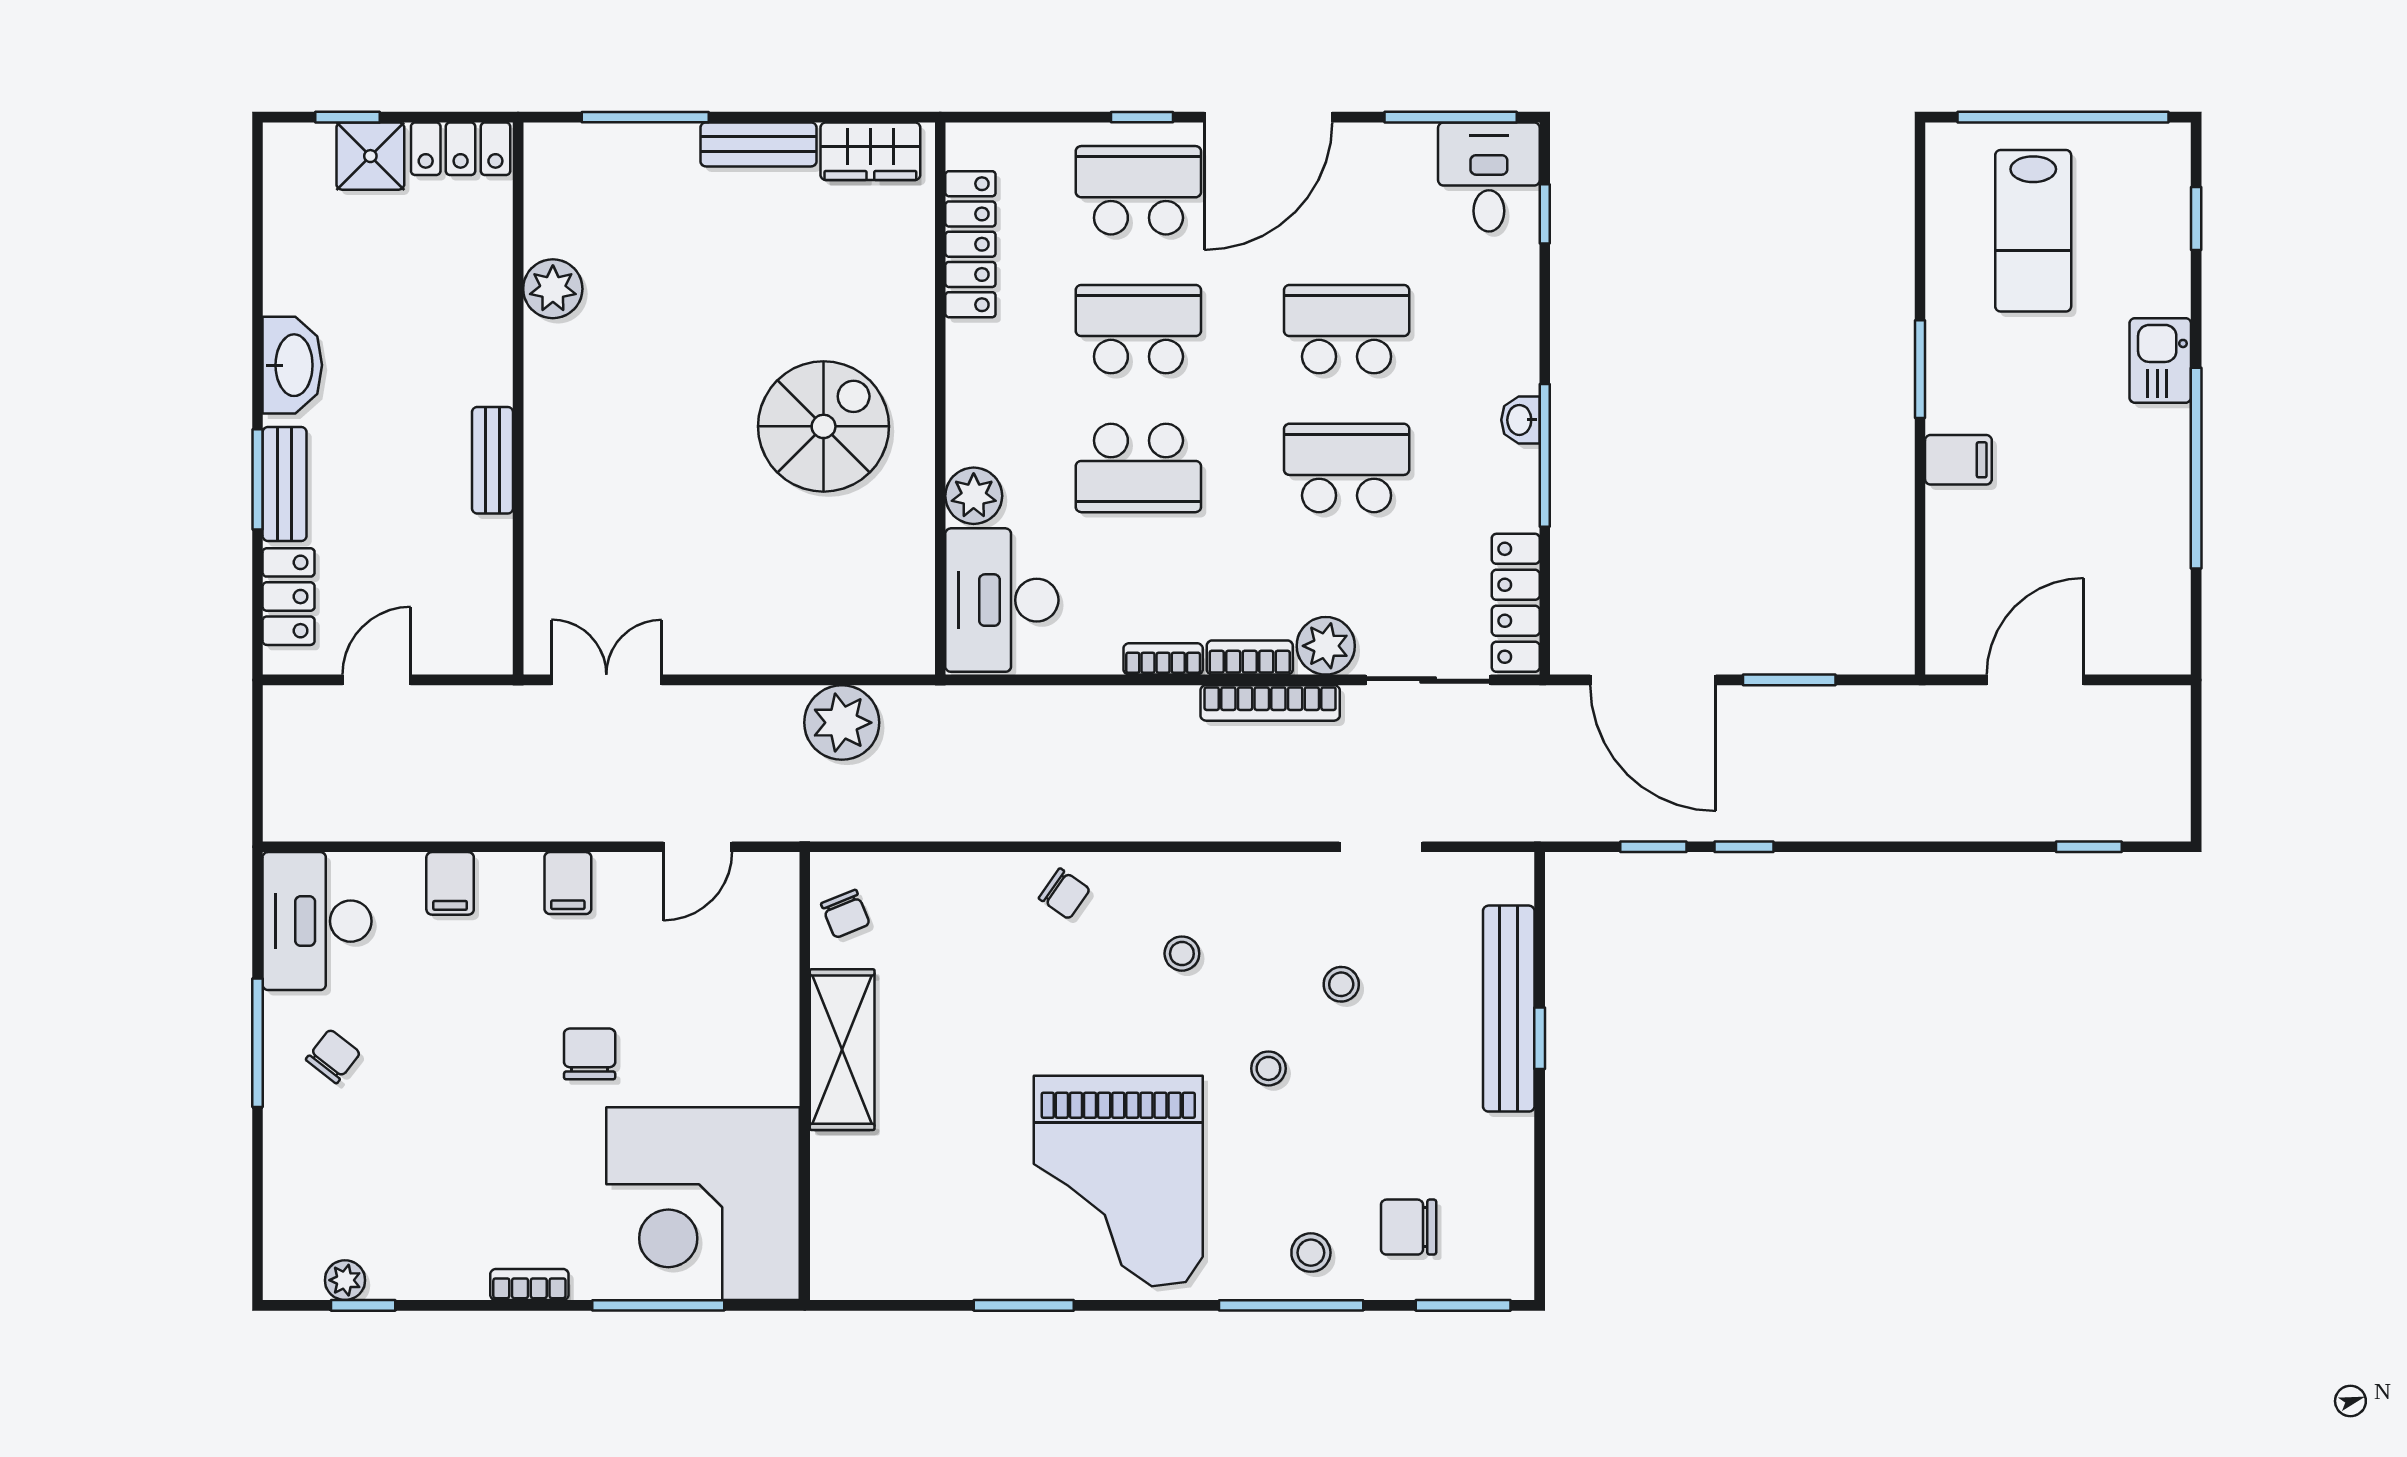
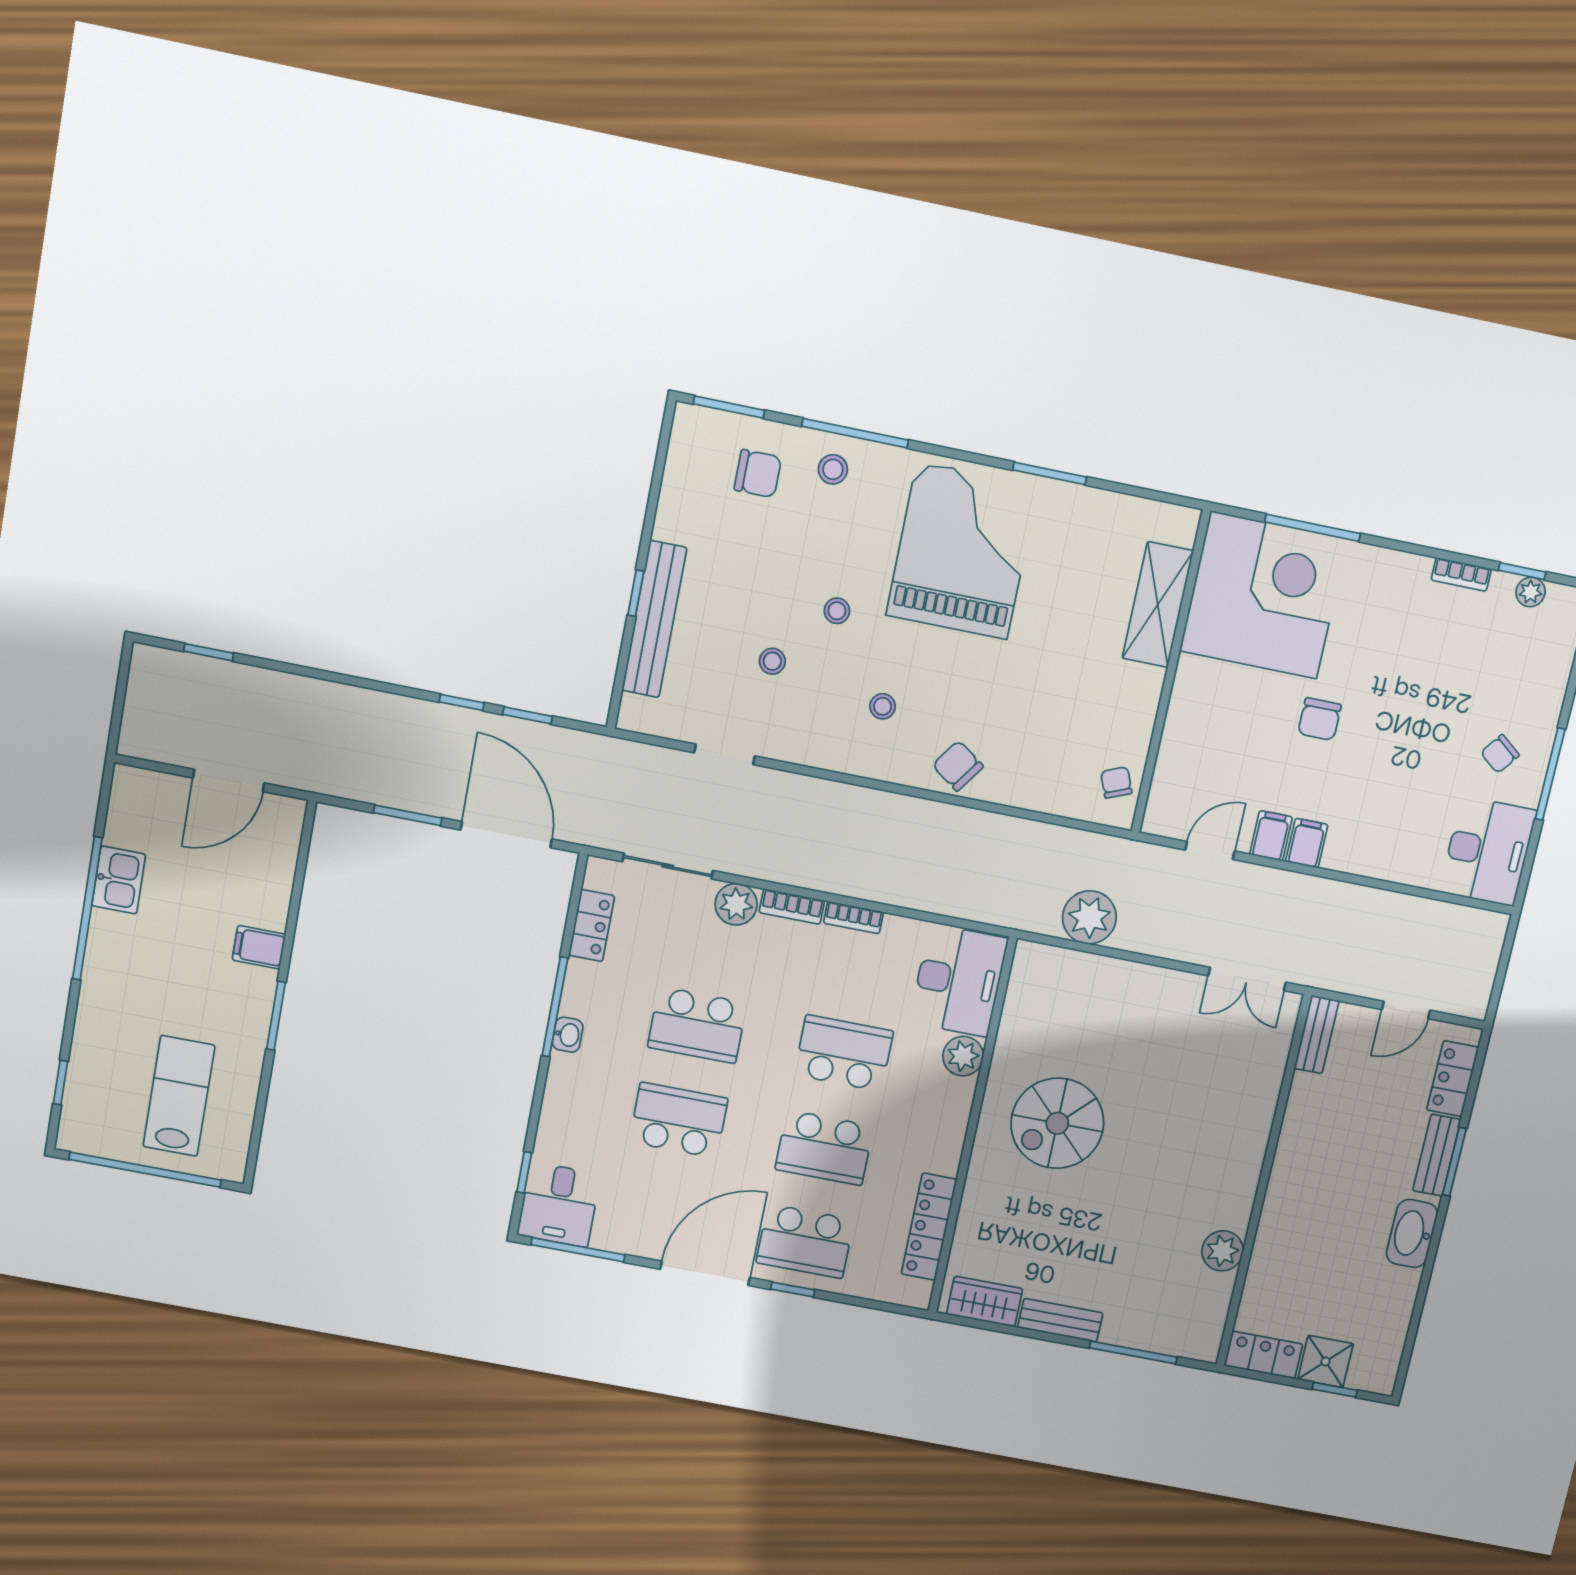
school desk: (1347, 329) -> (679, 1120), turned 180
kitchen sink: (2160, 360) -> (119, 880), moved
bench: (492, 460) -> (1317, 1035), moved
locker: (1516, 603) -> (592, 926), width x0.66
bookcase: (1270, 703) -> (784, 872), removed
filing cabinet: (450, 883) -> (1271, 836), moved
chair: (1064, 894) -> (958, 766), width x1.37, depth x1.37
shelving: (842, 1050) -> (1158, 605), moved
bookcase: (529, 1285) -> (1461, 574), moved

